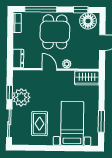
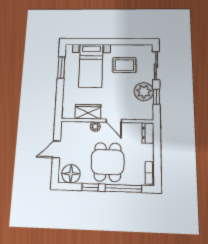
window: (81, 10) -> (90, 187), moved
wardrobe: (87, 78) -> (88, 112), moved
rug: (40, 124) -> (124, 65), turned 90

